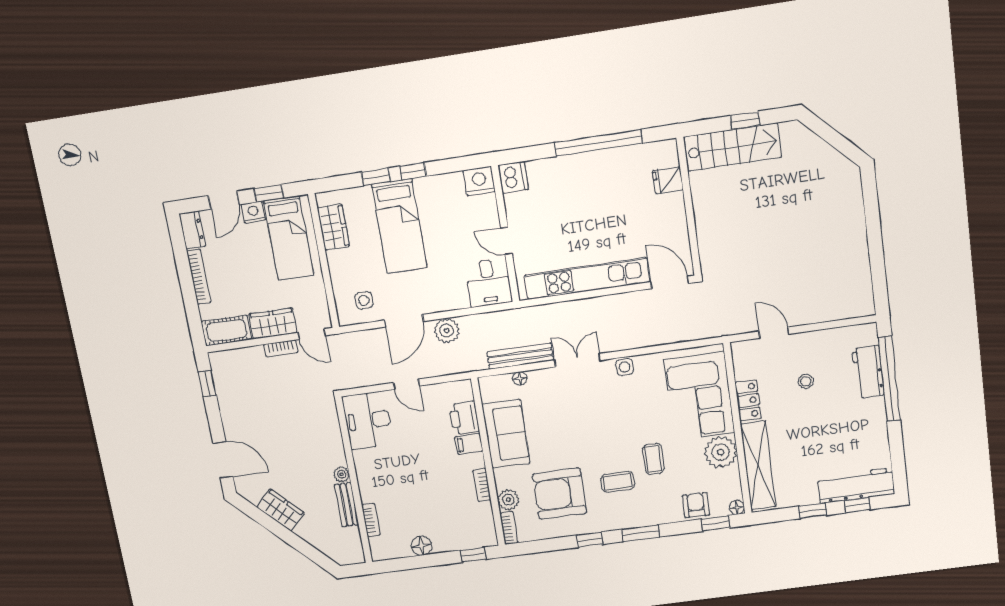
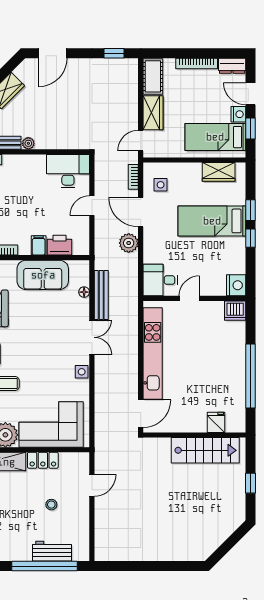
stairs: (733, 147) -> (205, 450), moved, turned -90
bookcase: (281, 348) -> (133, 177), moved

